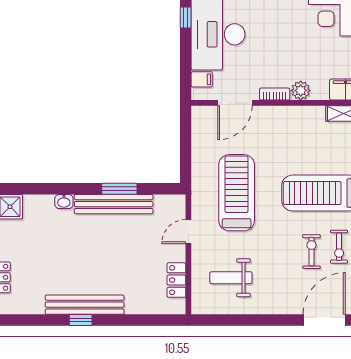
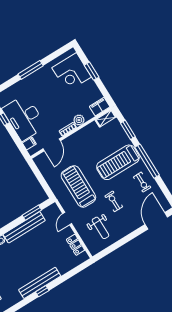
window: (119, 189) -> (32, 213), moved
exercise bike: (311, 252) -> (114, 201), moved
weight bench: (231, 278) -> (100, 228), turned -90

